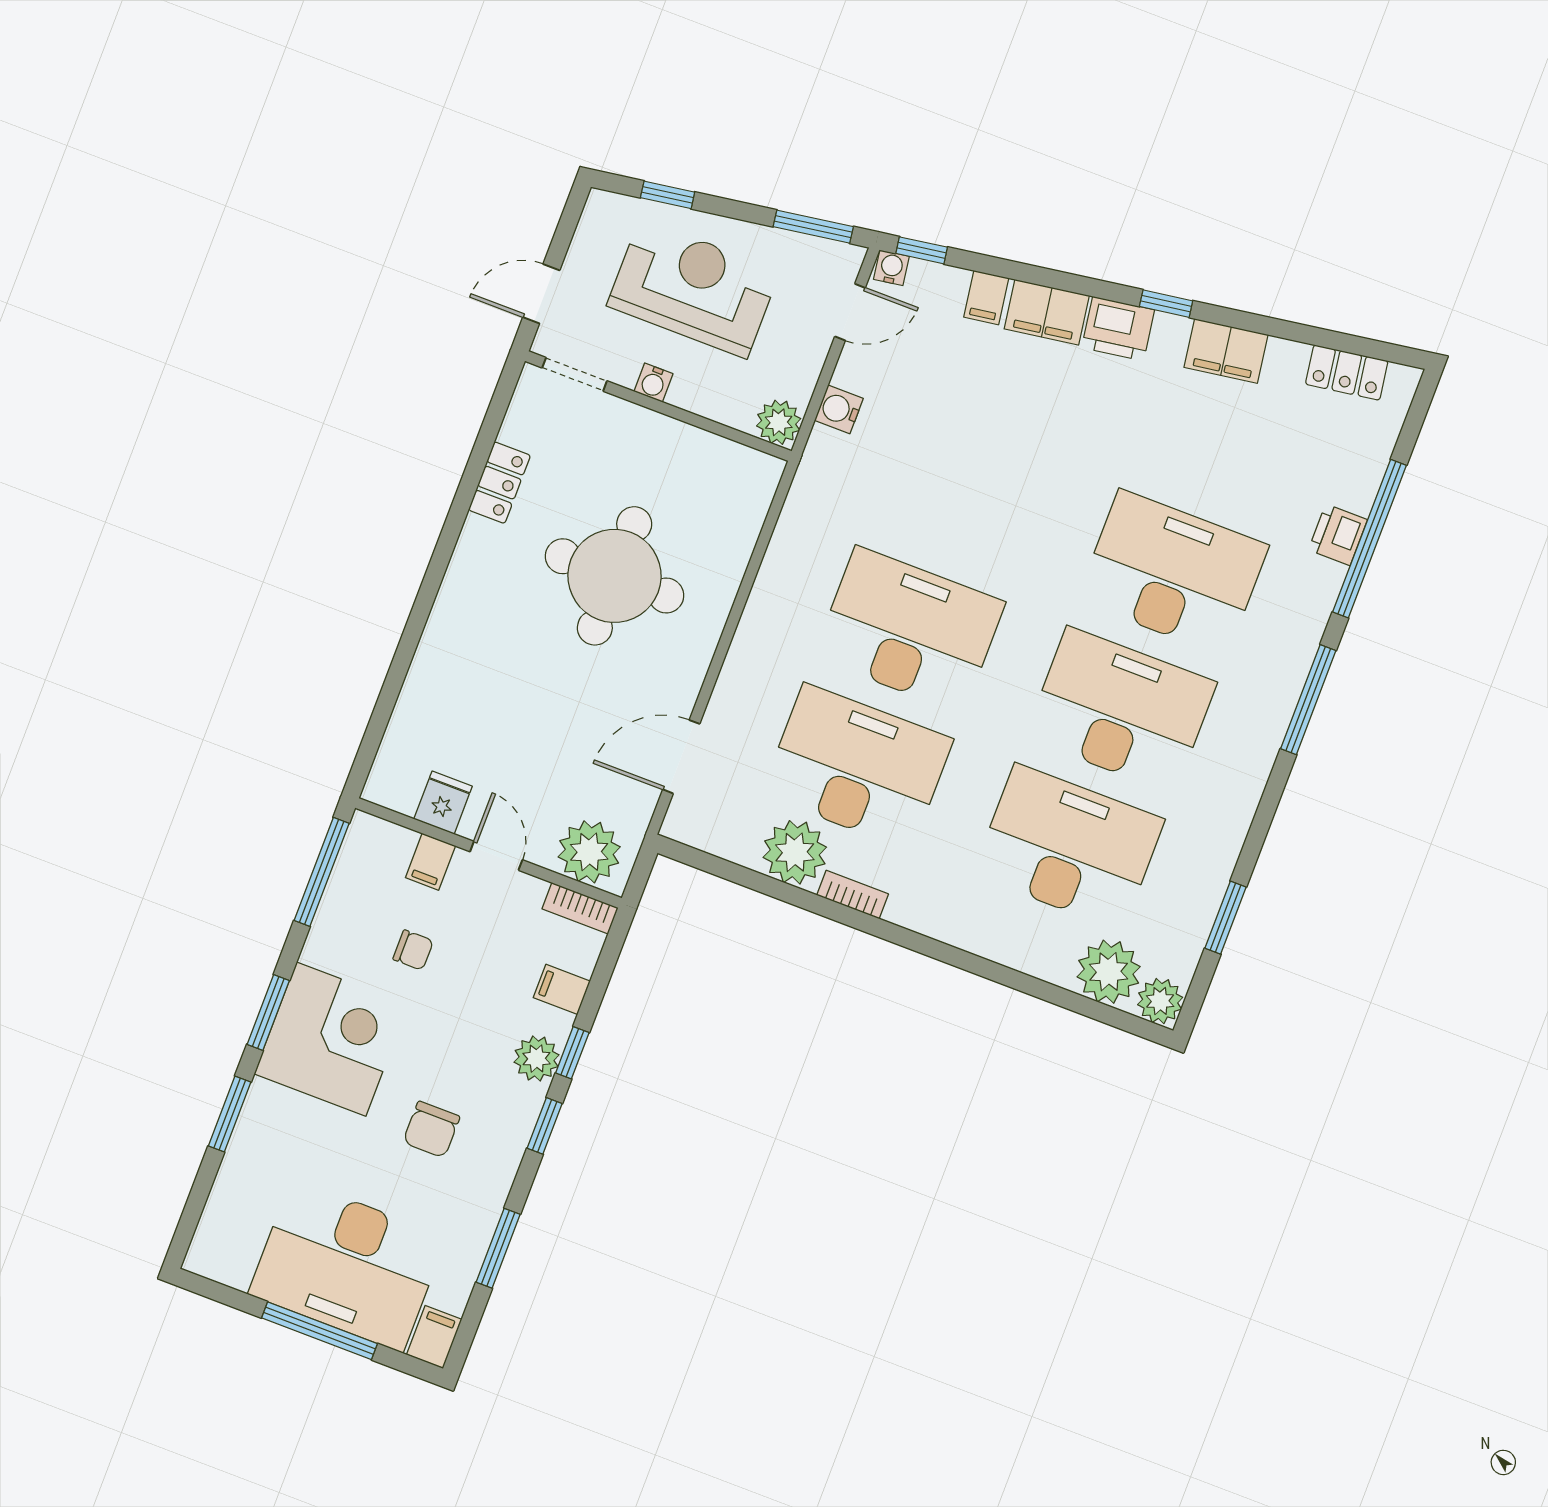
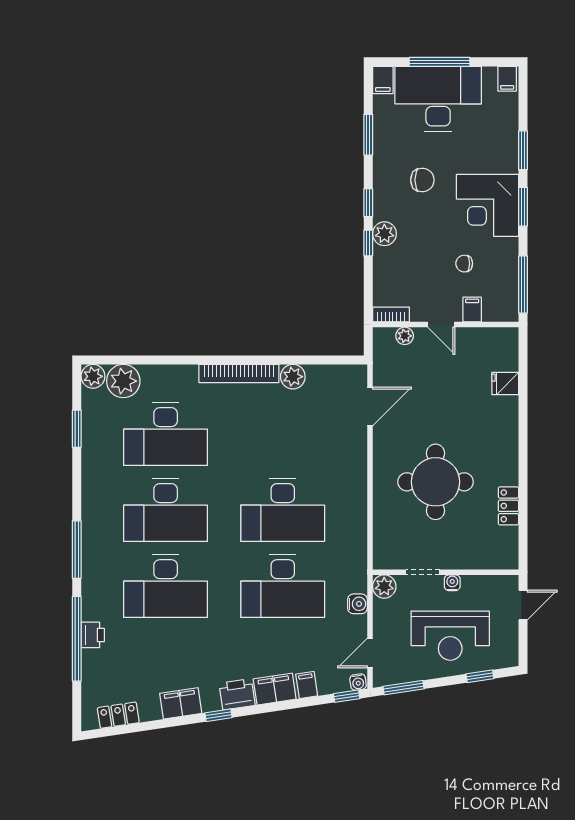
doorway: (575, 374) -> (423, 572), moved
desk: (857, 767) -> (283, 586), moved
fridge: (443, 803) -> (505, 383), moved, turned 90
plant: (589, 852) -> (405, 336), width x0.53, depth x0.53
plant: (795, 852) -> (293, 377), width x0.73, depth x0.73
bookcase: (853, 895) -> (239, 373), width x2.31, depth x1.31
filing cabinet: (562, 989) -> (507, 79), moved, turned 90
chair: (431, 1129) -> (422, 180), turned 90

